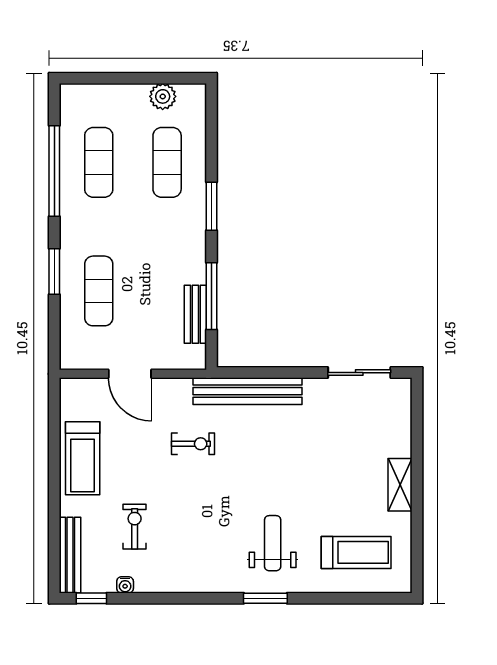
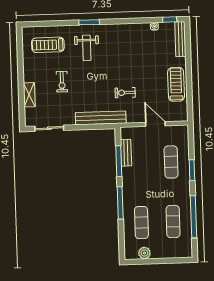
window: (212, 206) -> (120, 203), width x1.44
shelving: (400, 485) -> (29, 95), moved
exercise bike: (135, 527) -> (62, 82), moved

